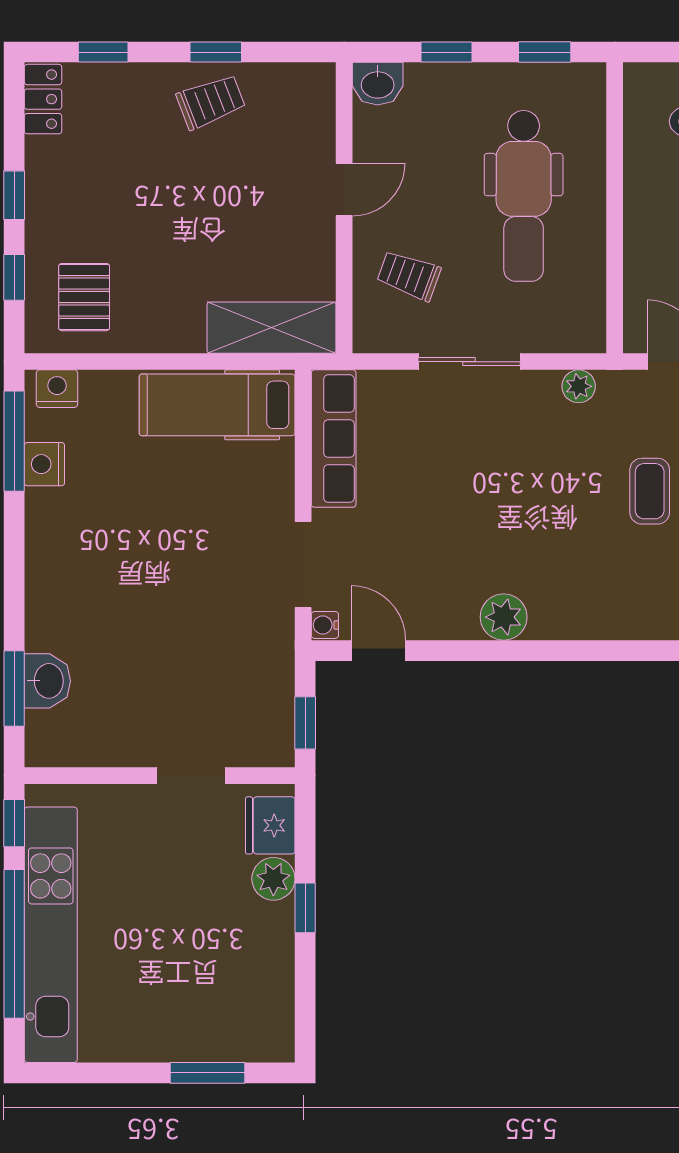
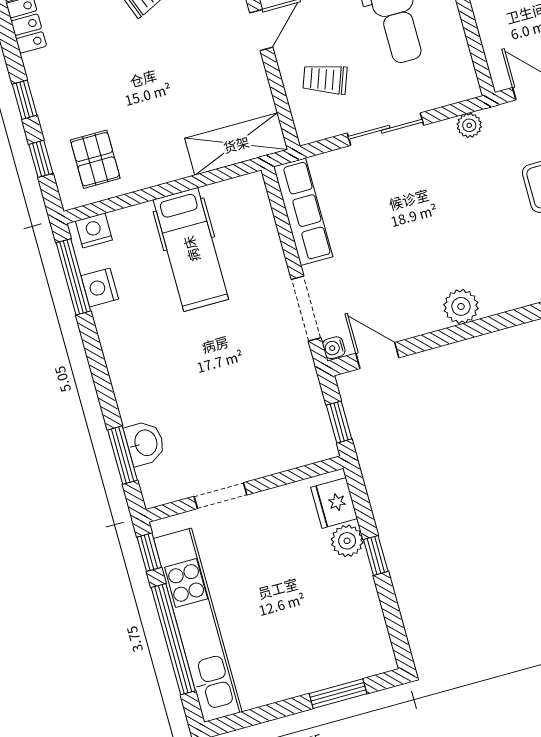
hospital bed: (217, 405) -> (191, 249), moved, turned -90
doorway: (191, 776) -> (221, 496), moved

